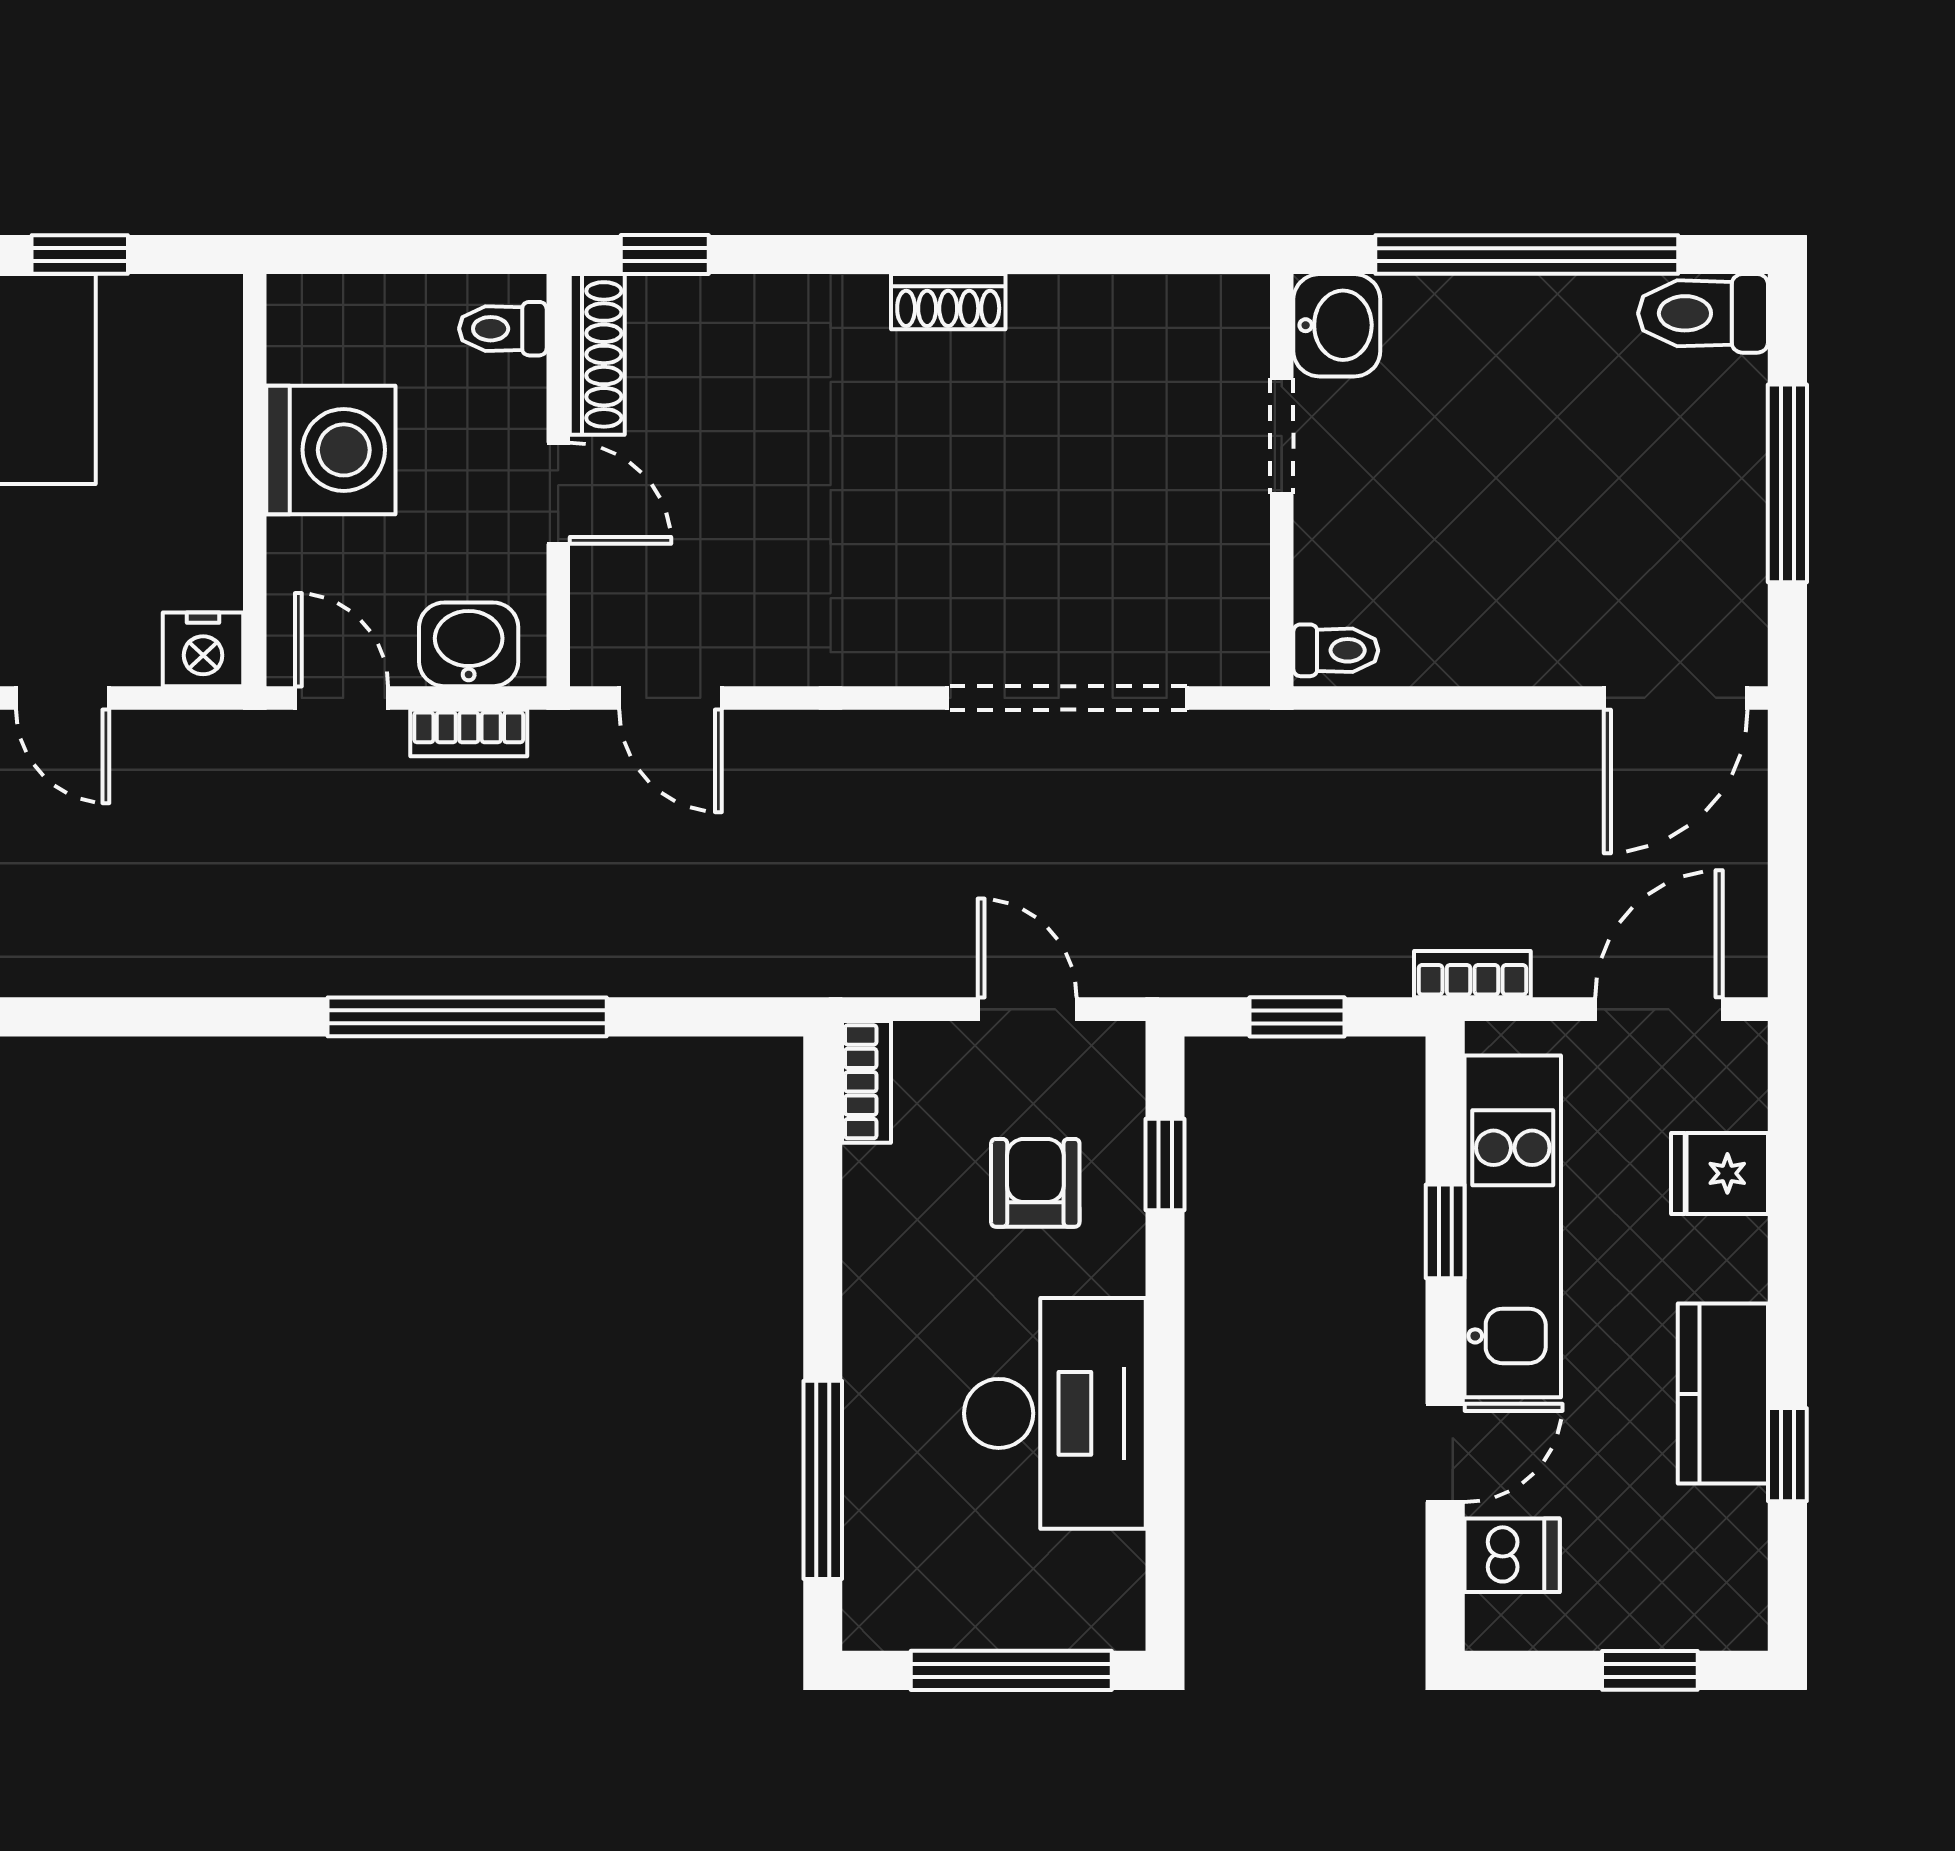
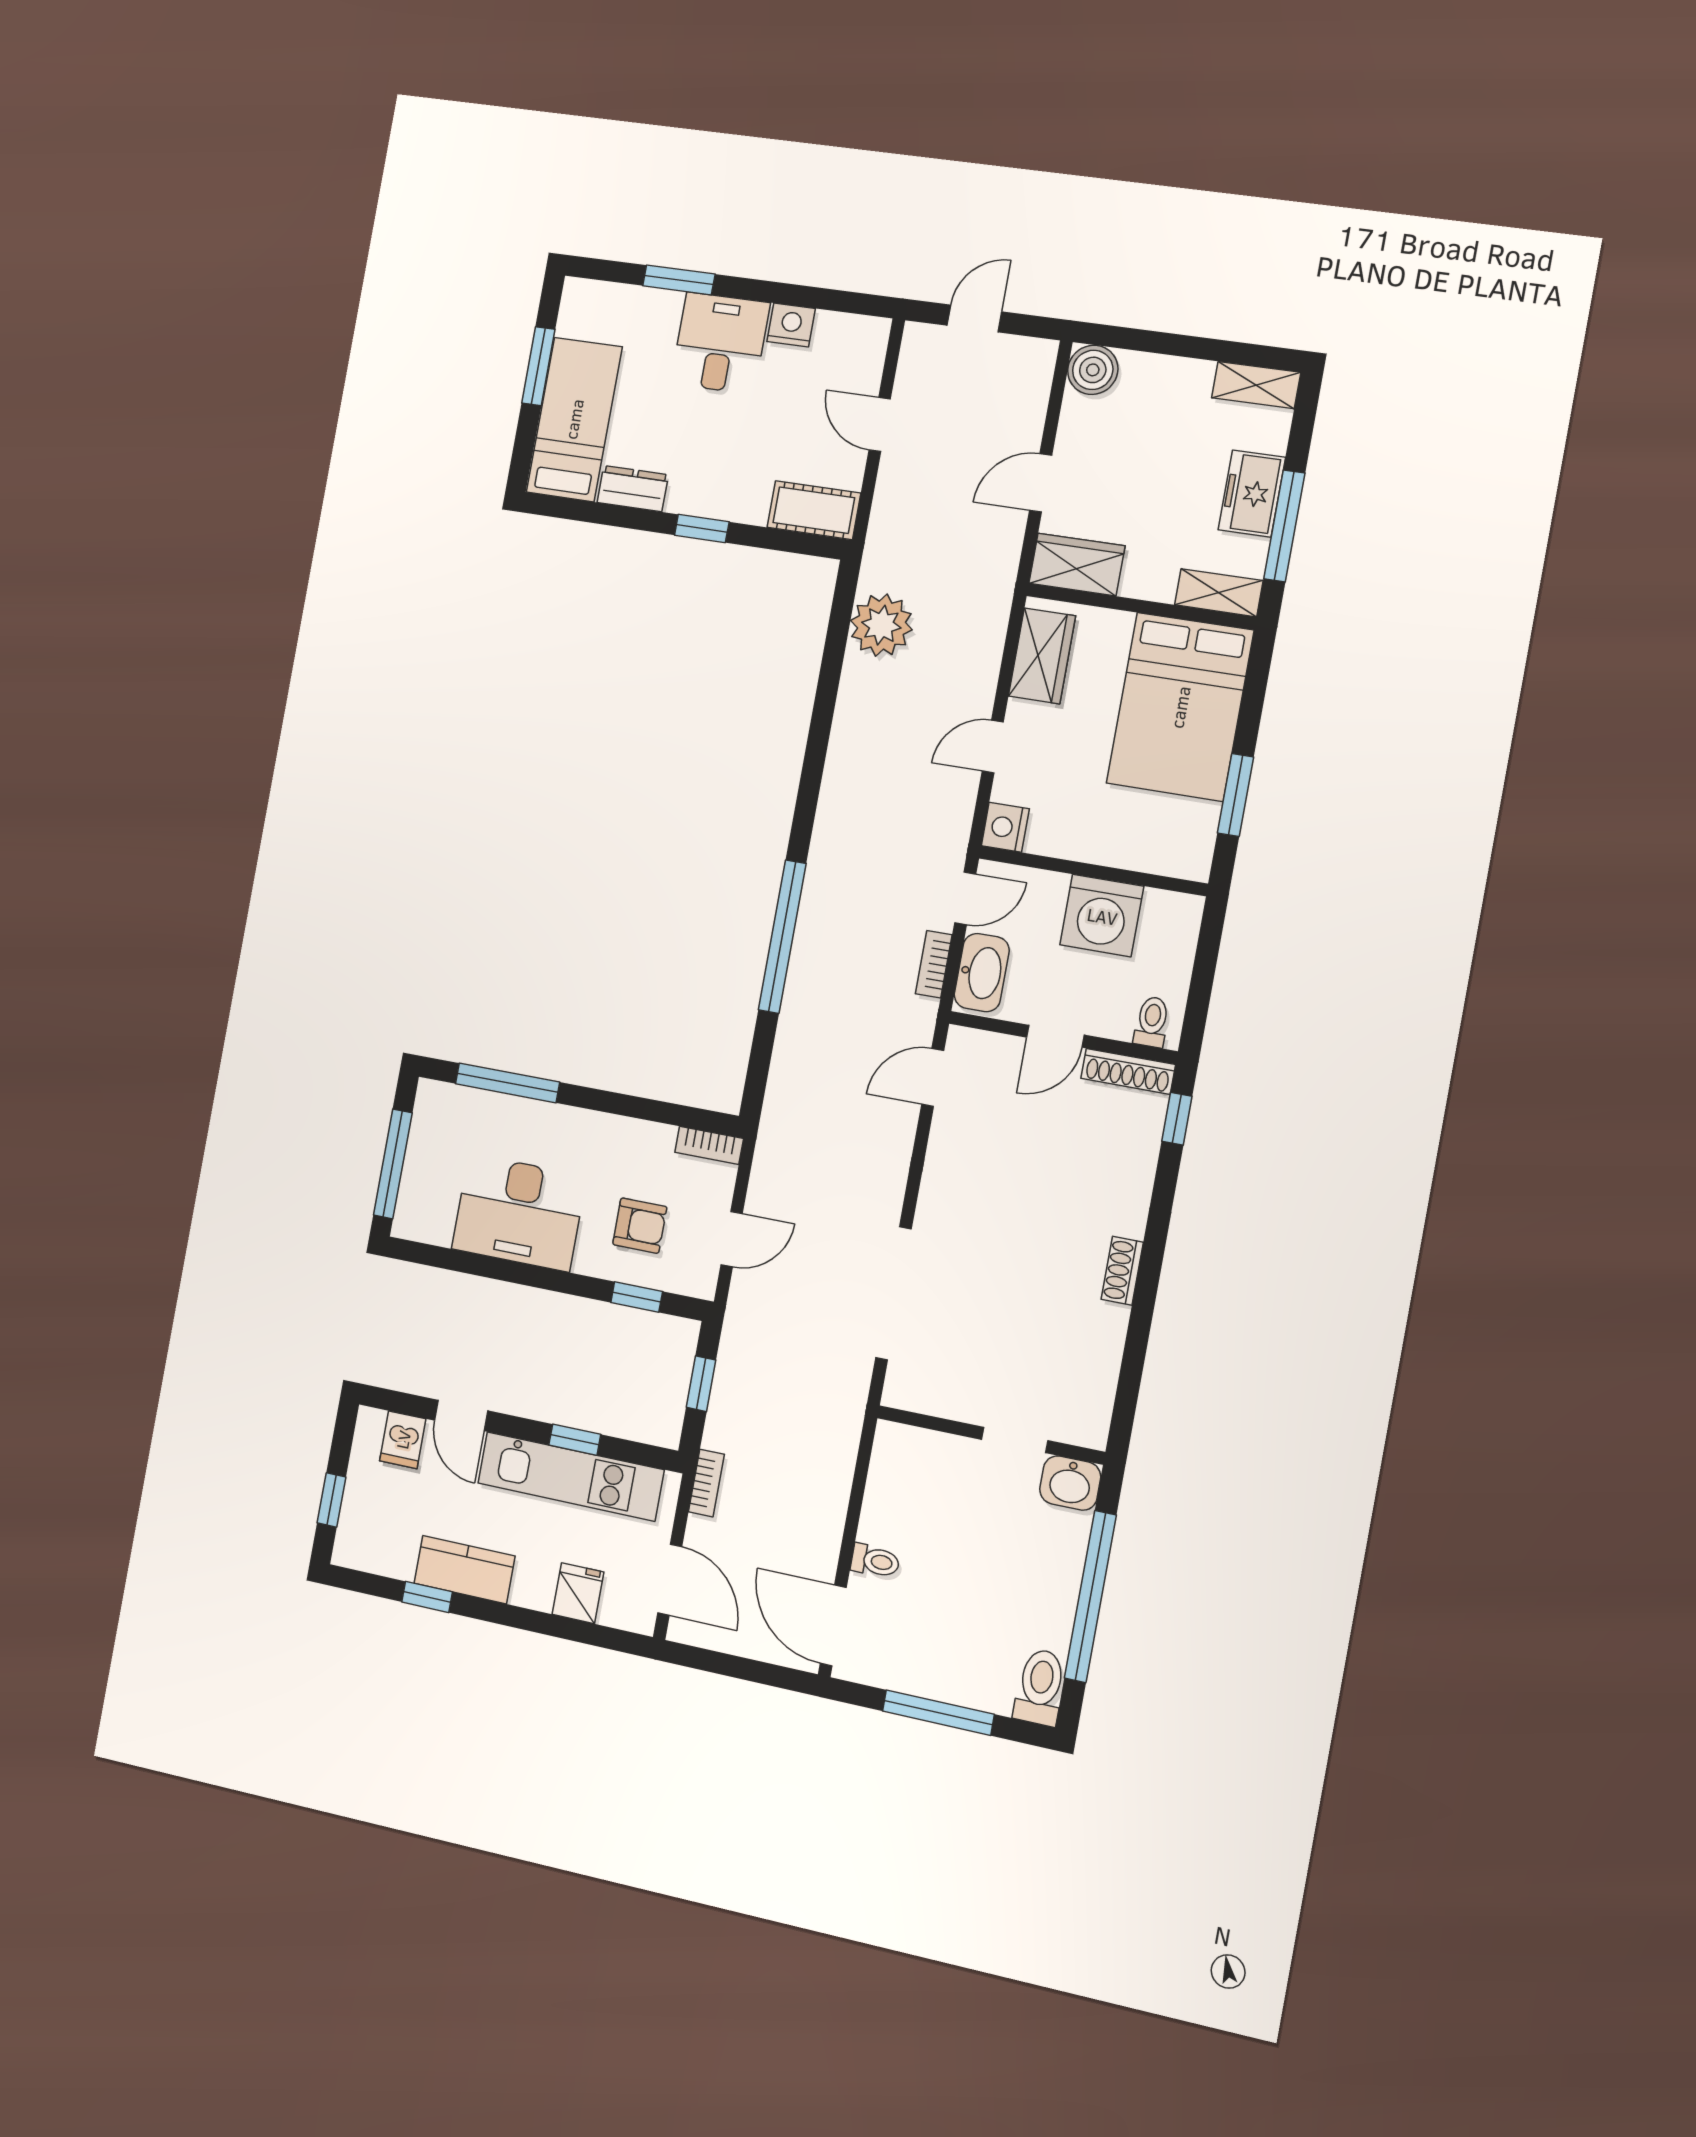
window: (80, 254) -> (1236, 795), width x1.50
washbasin: (469, 644) -> (982, 973), width x1.38
toilet: (1336, 650) -> (875, 1561), moved, turned -90

